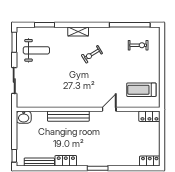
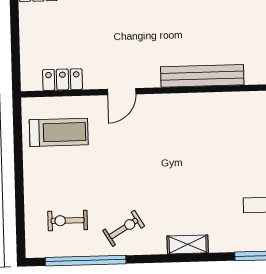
exercise bike: (92, 54) -> (124, 228), moved
locker: (149, 116) -> (62, 80), moved

